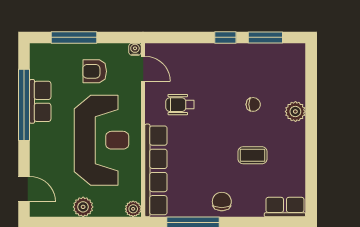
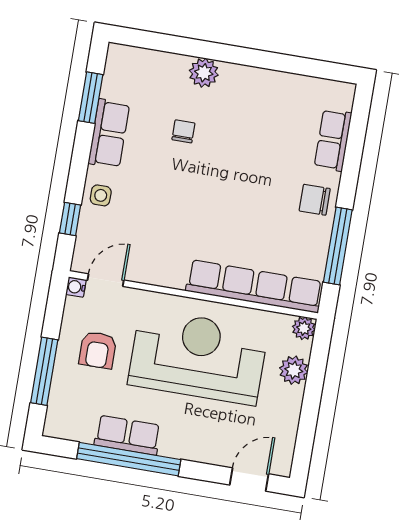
window: (225, 37) -> (70, 219), moved
row of seats: (243, 54) -> (109, 134), added
side table: (200, 56) -> (101, 195), added
wheelchair: (180, 105) -> (166, 236), removed
coffee table: (253, 155) -> (256, 144), removed
plant: (83, 207) -> (294, 370), moved
row of seats: (285, 207) -> (333, 140), moved

